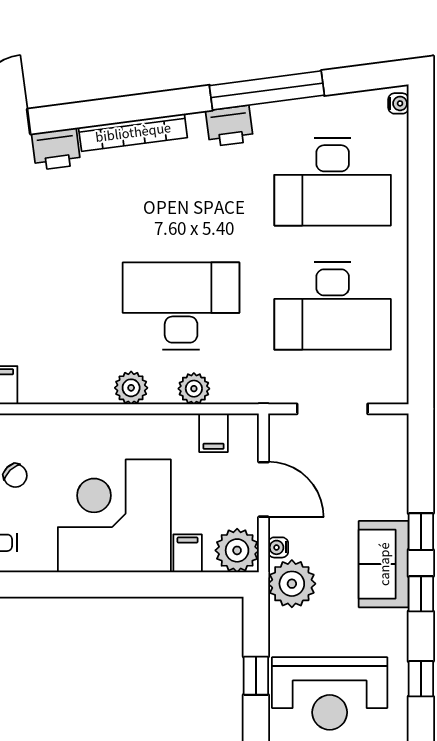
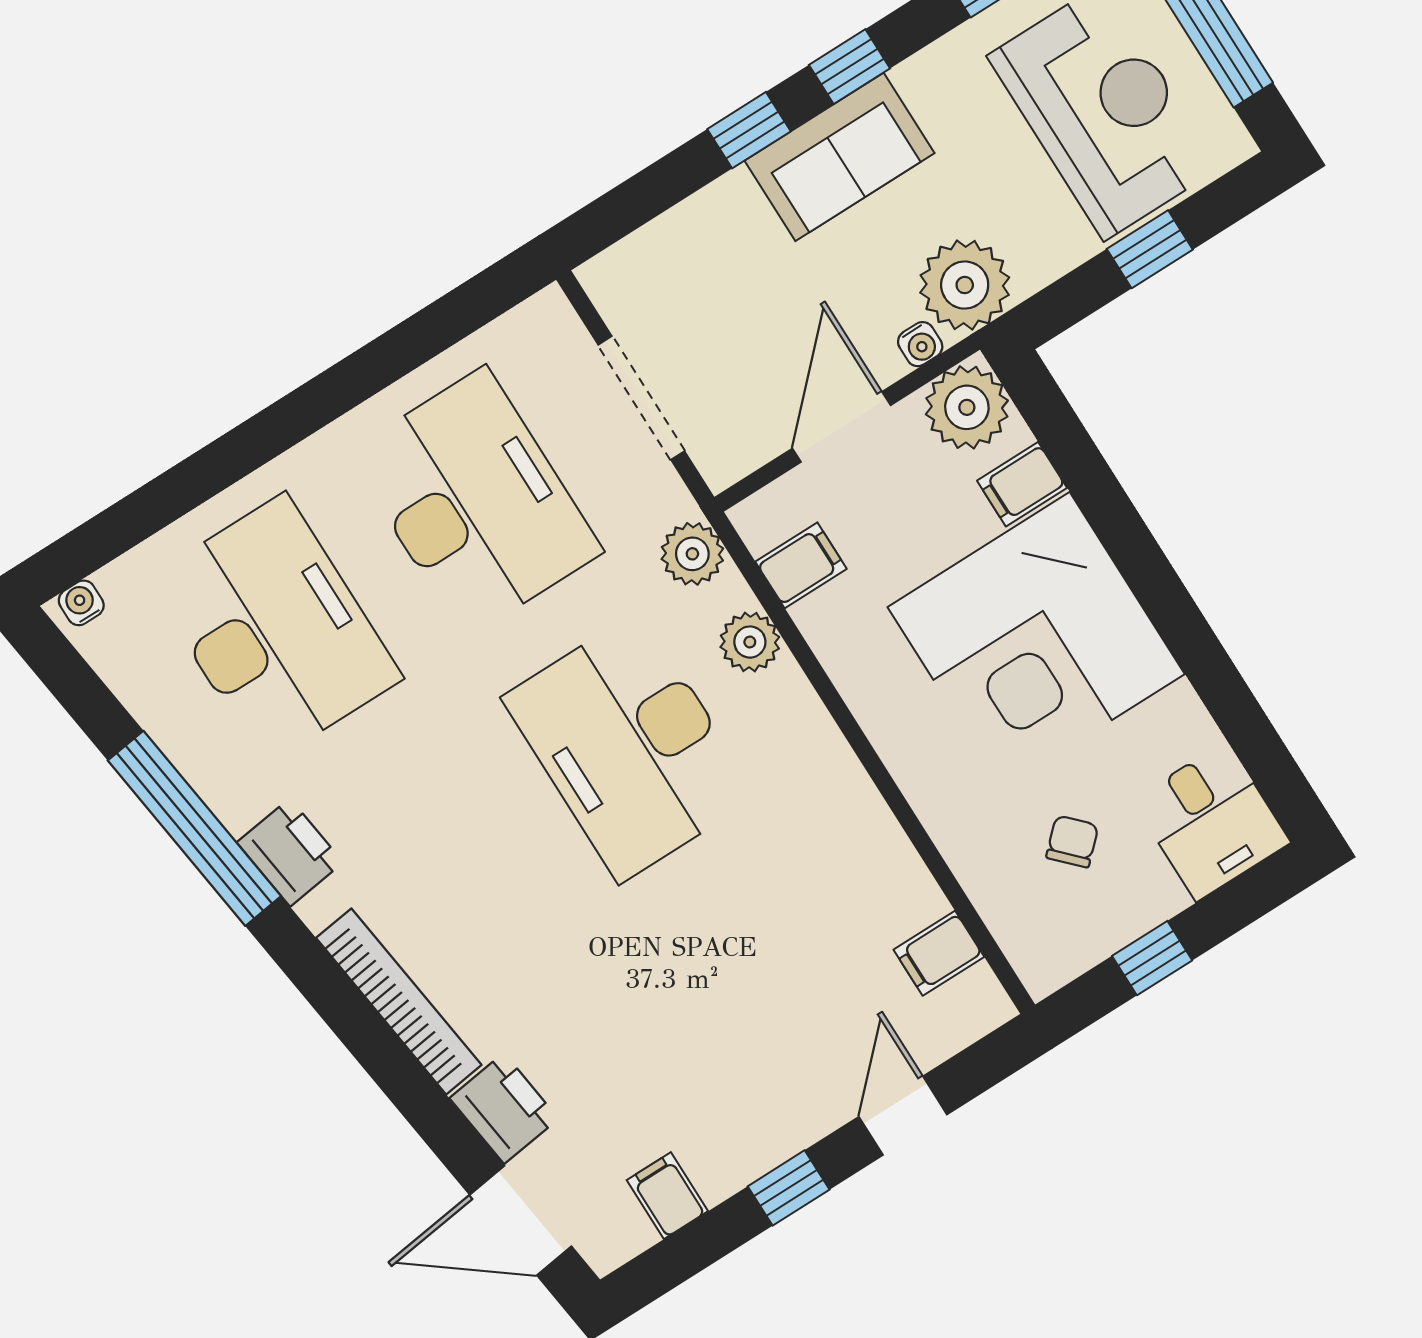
plant: (131, 388) -> (692, 554), moved

